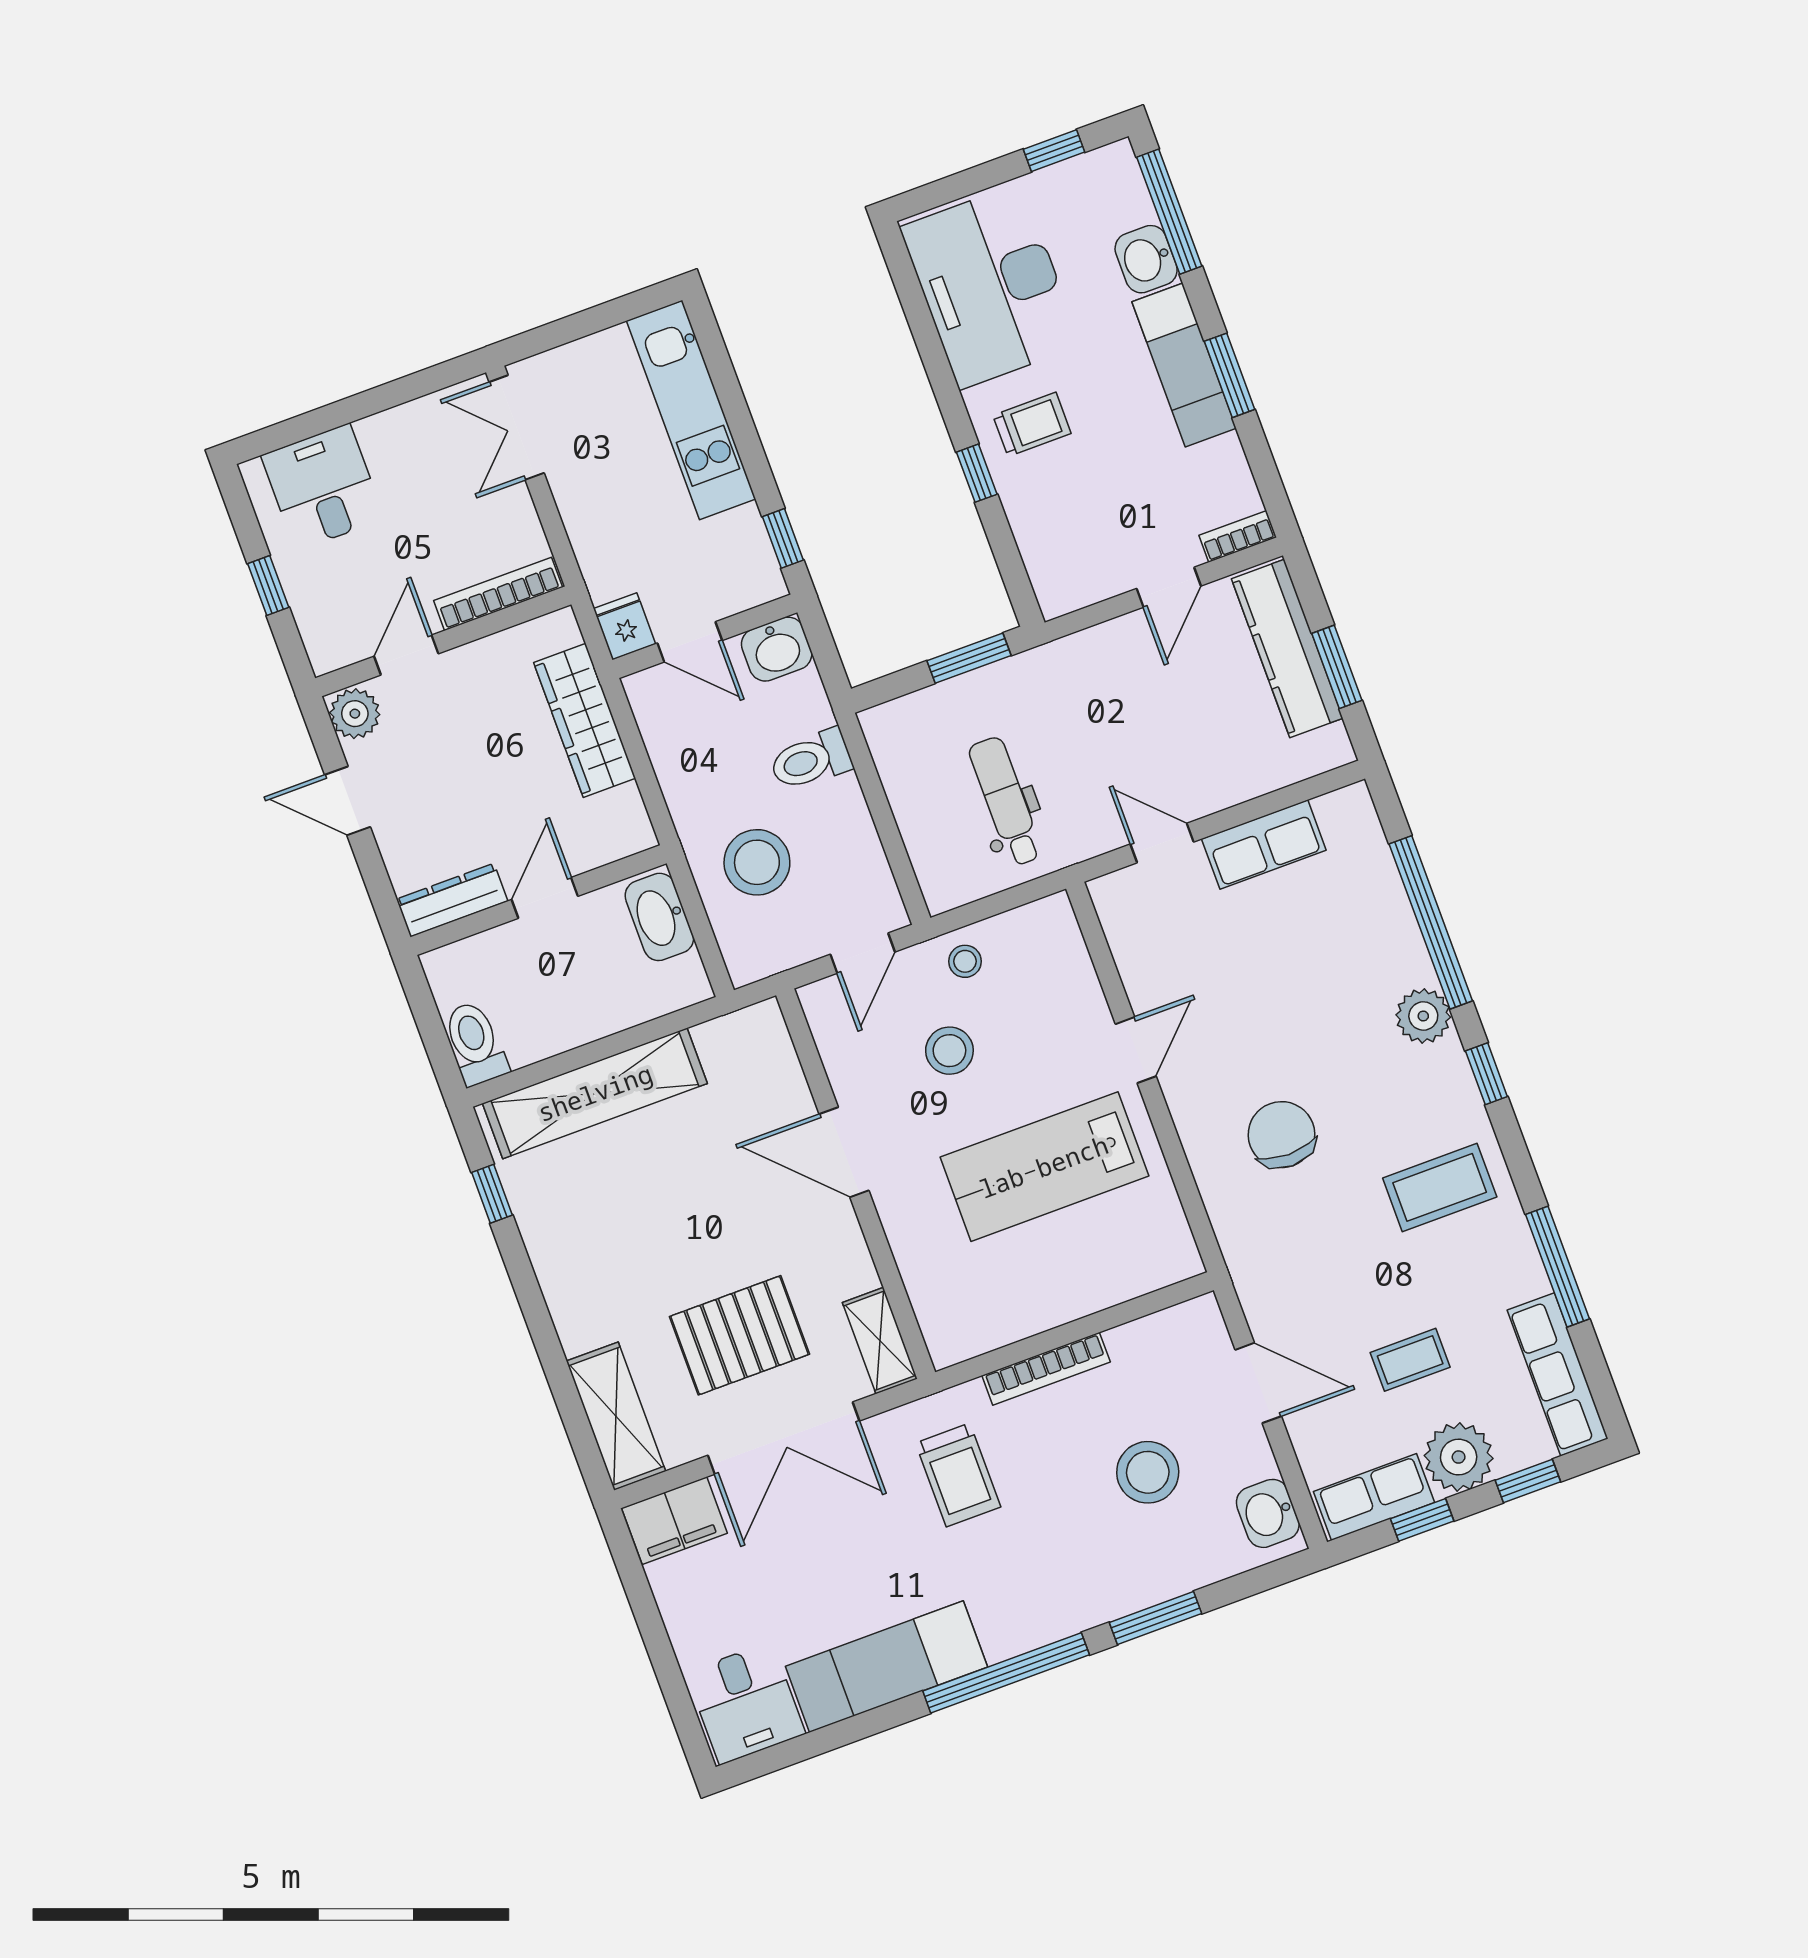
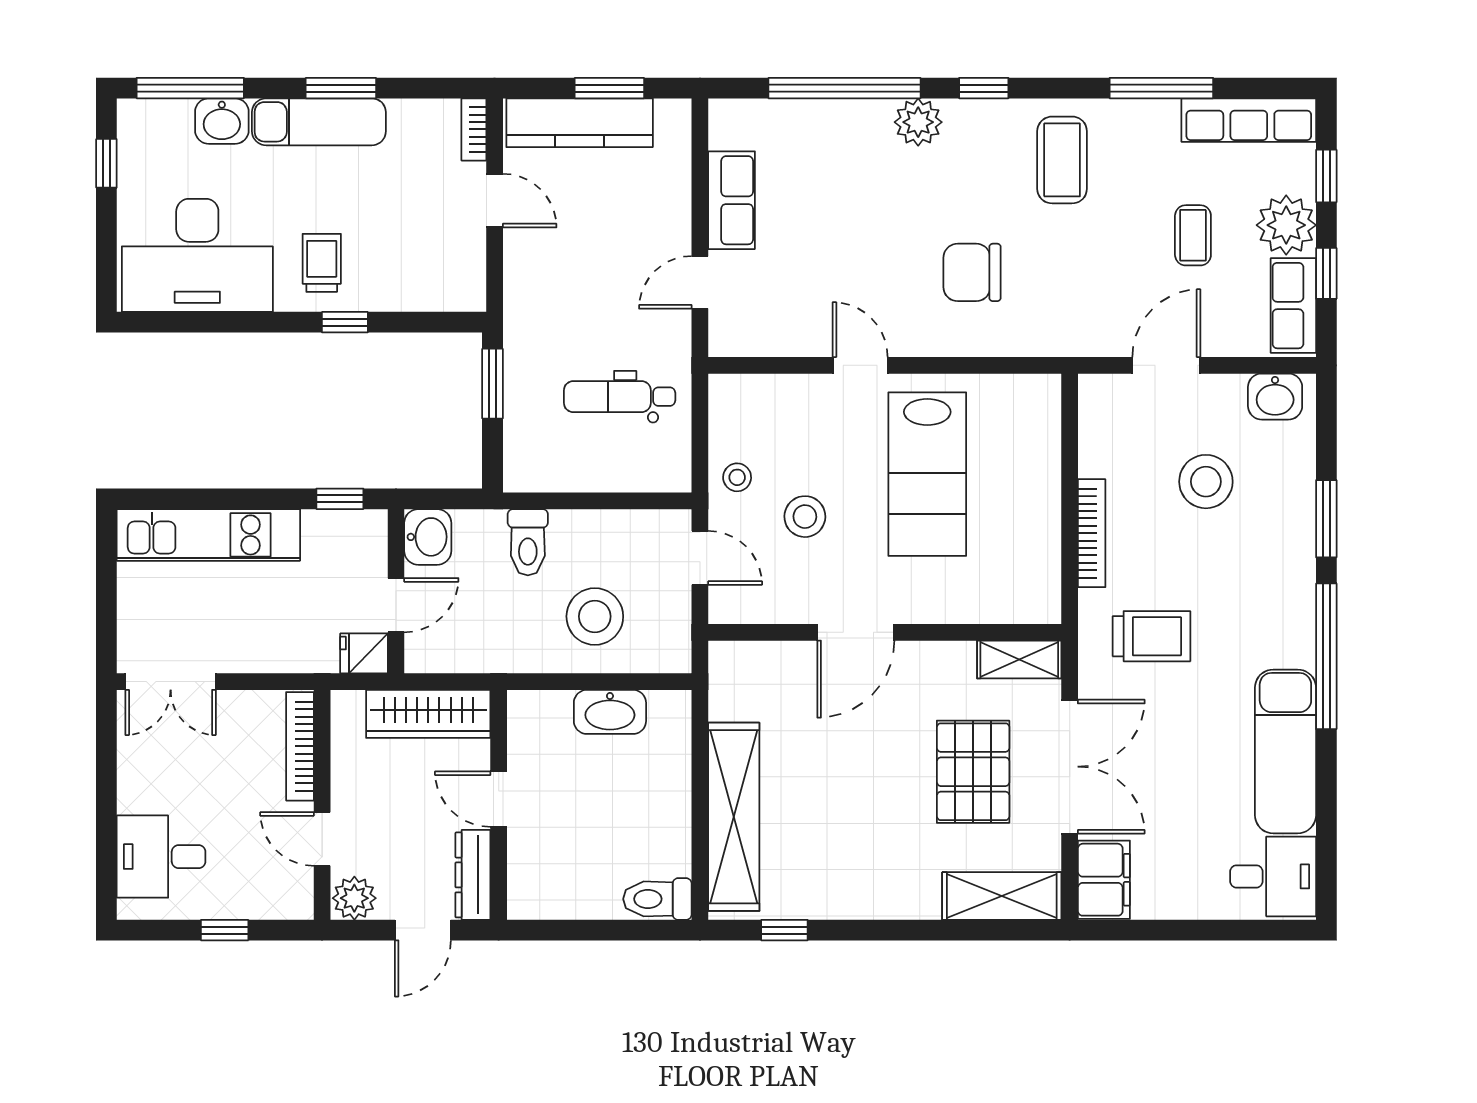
door: (545, 898) -> (499, 799), moved
dresser: (452, 900) -> (473, 875), moved
wall: (539, 900) -> (499, 805), moved

